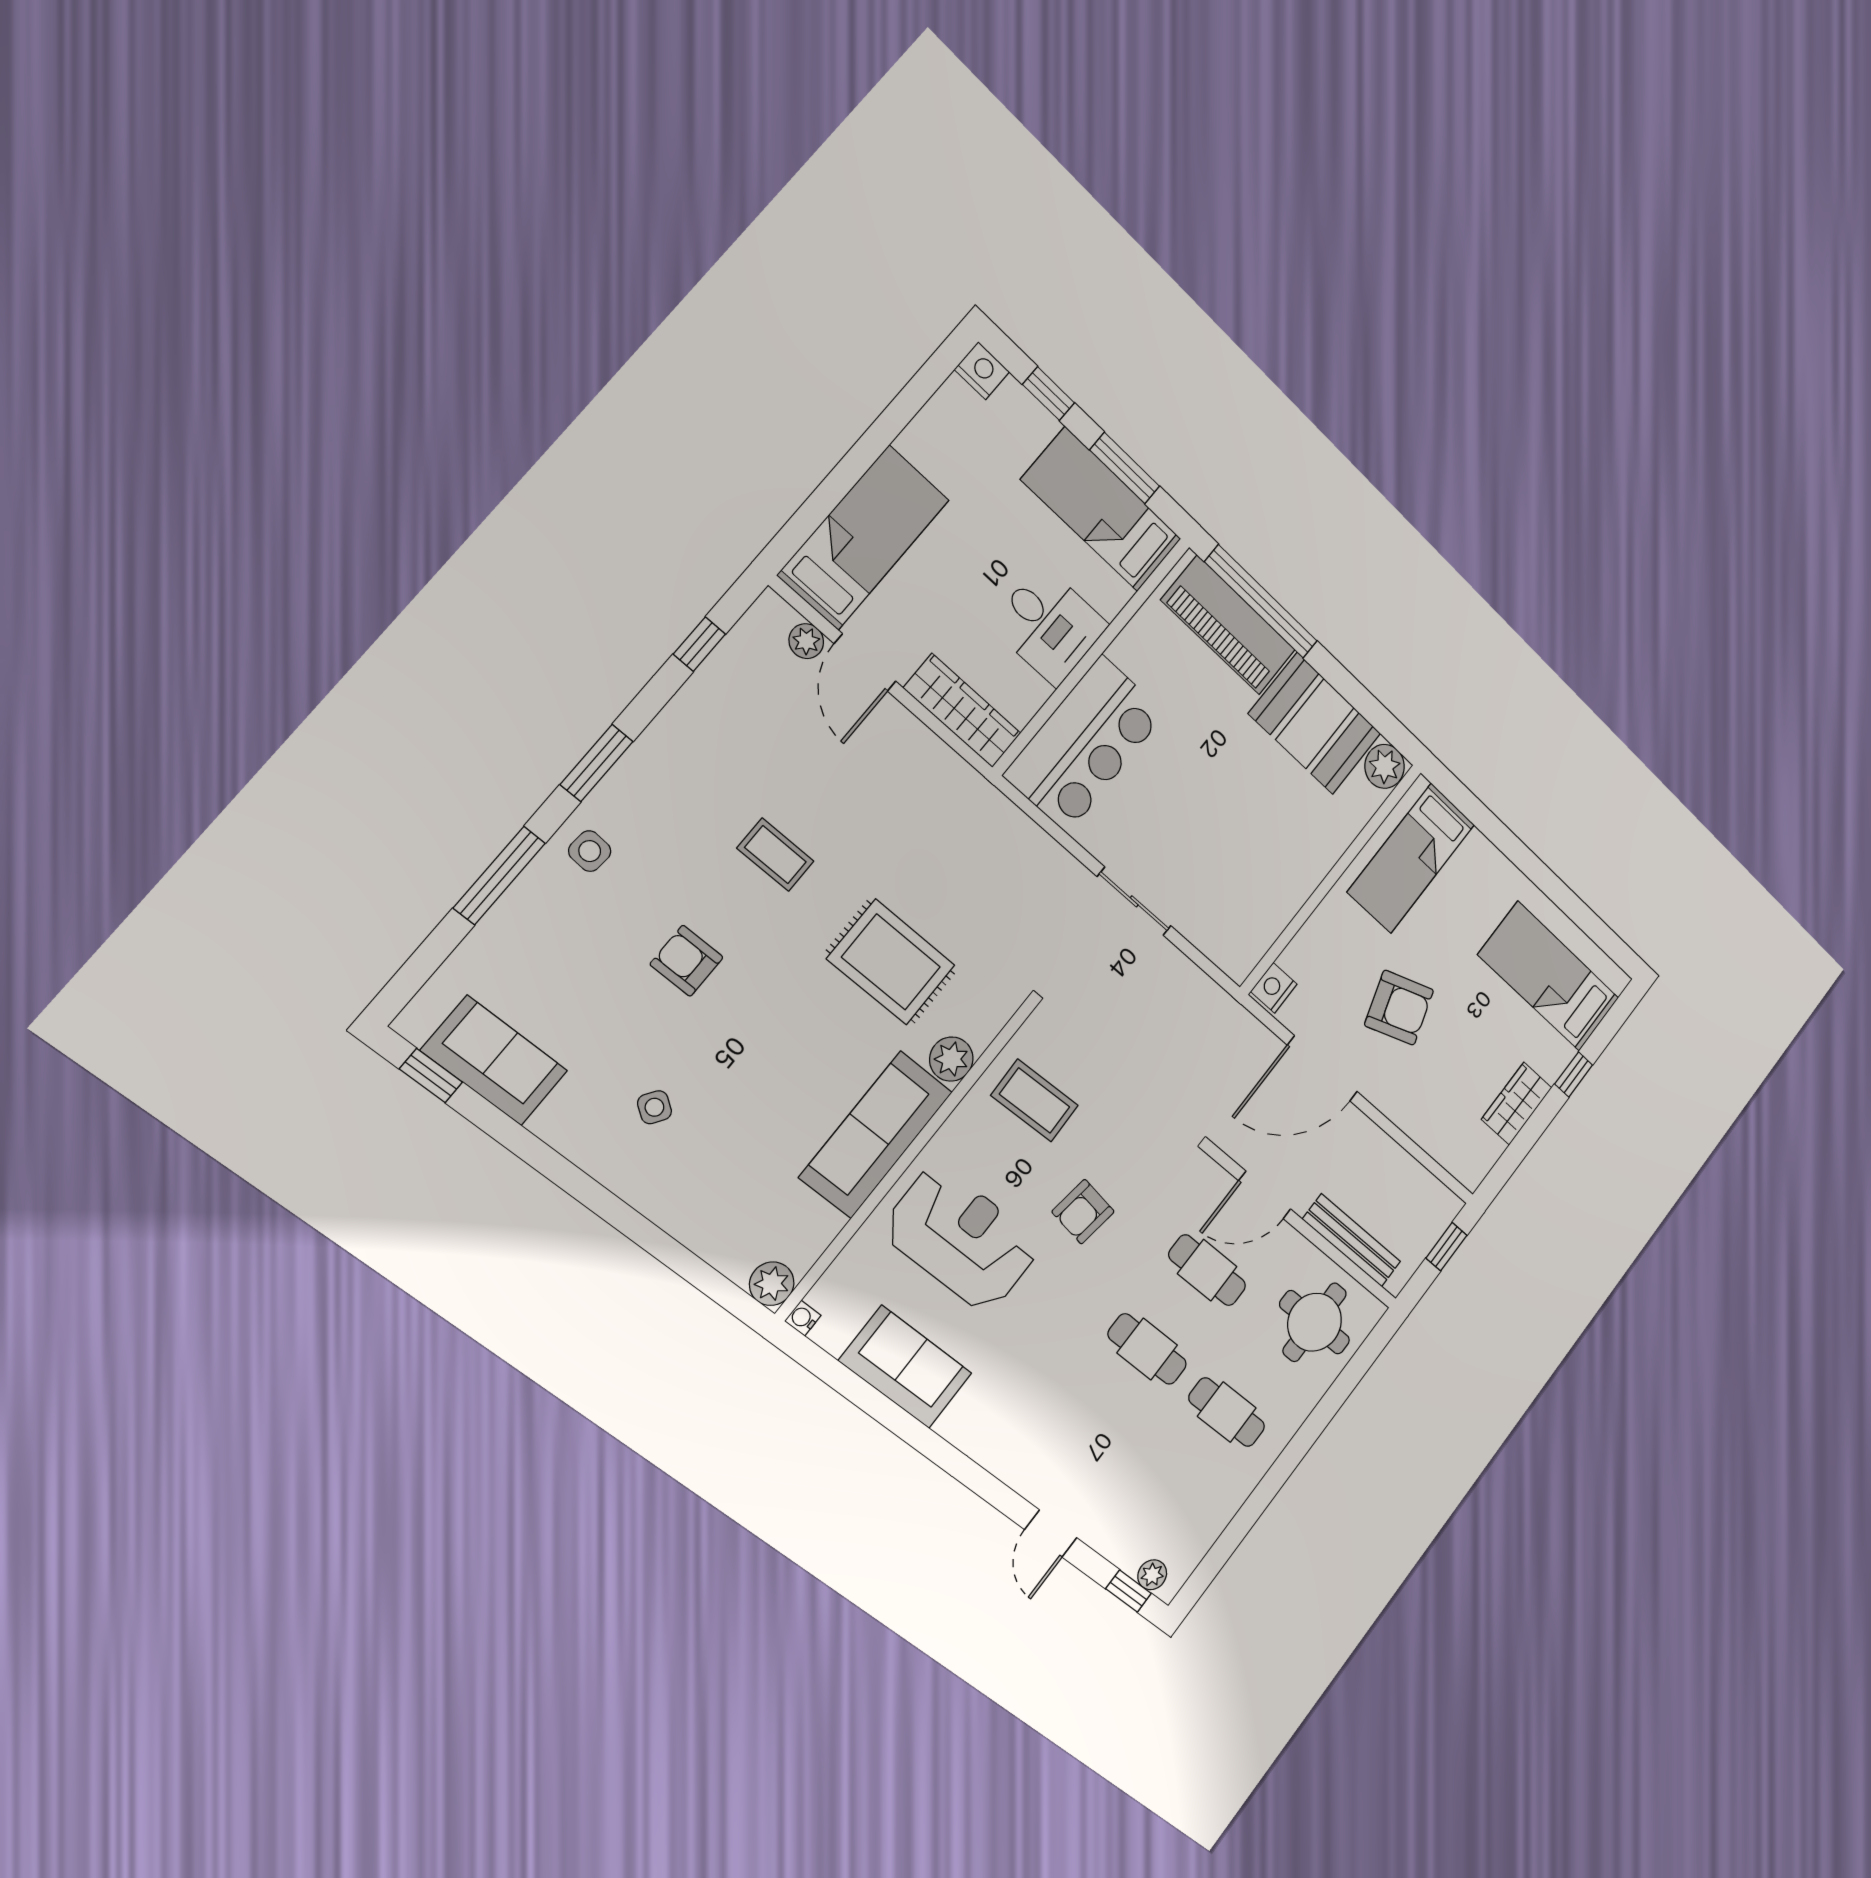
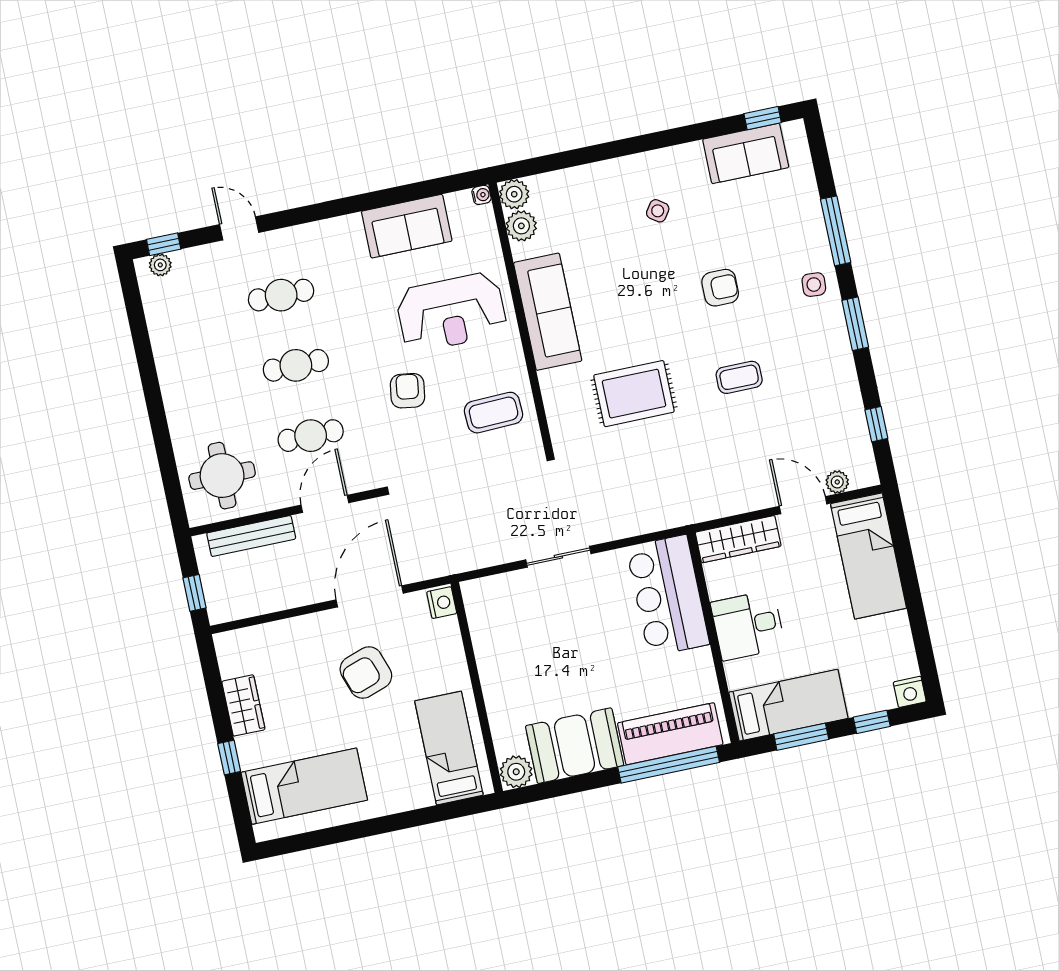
plant: (951, 1059) -> (521, 226), moved
cafe table: (1227, 1412) -> (281, 295), moved

